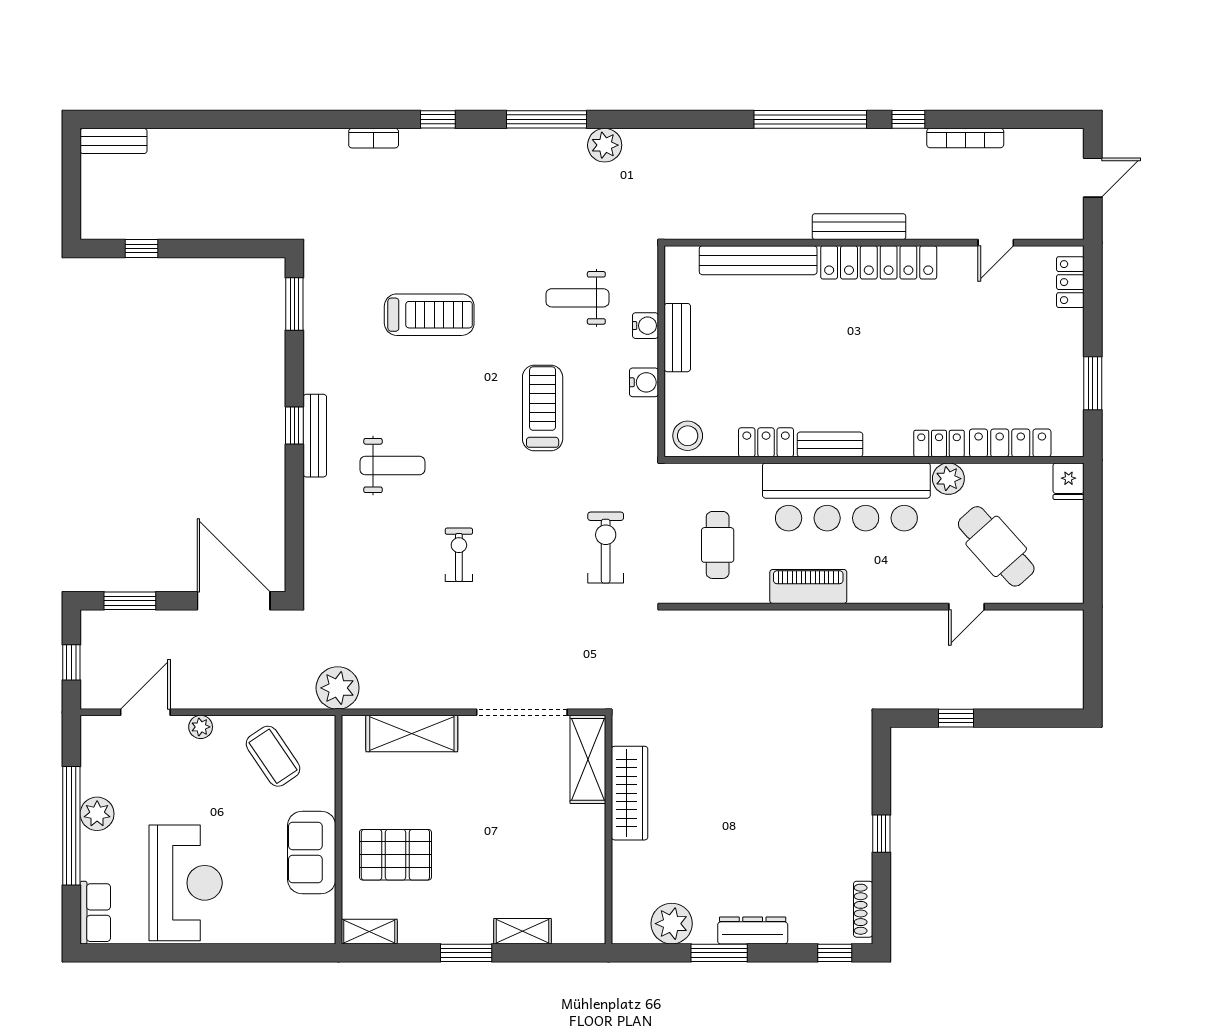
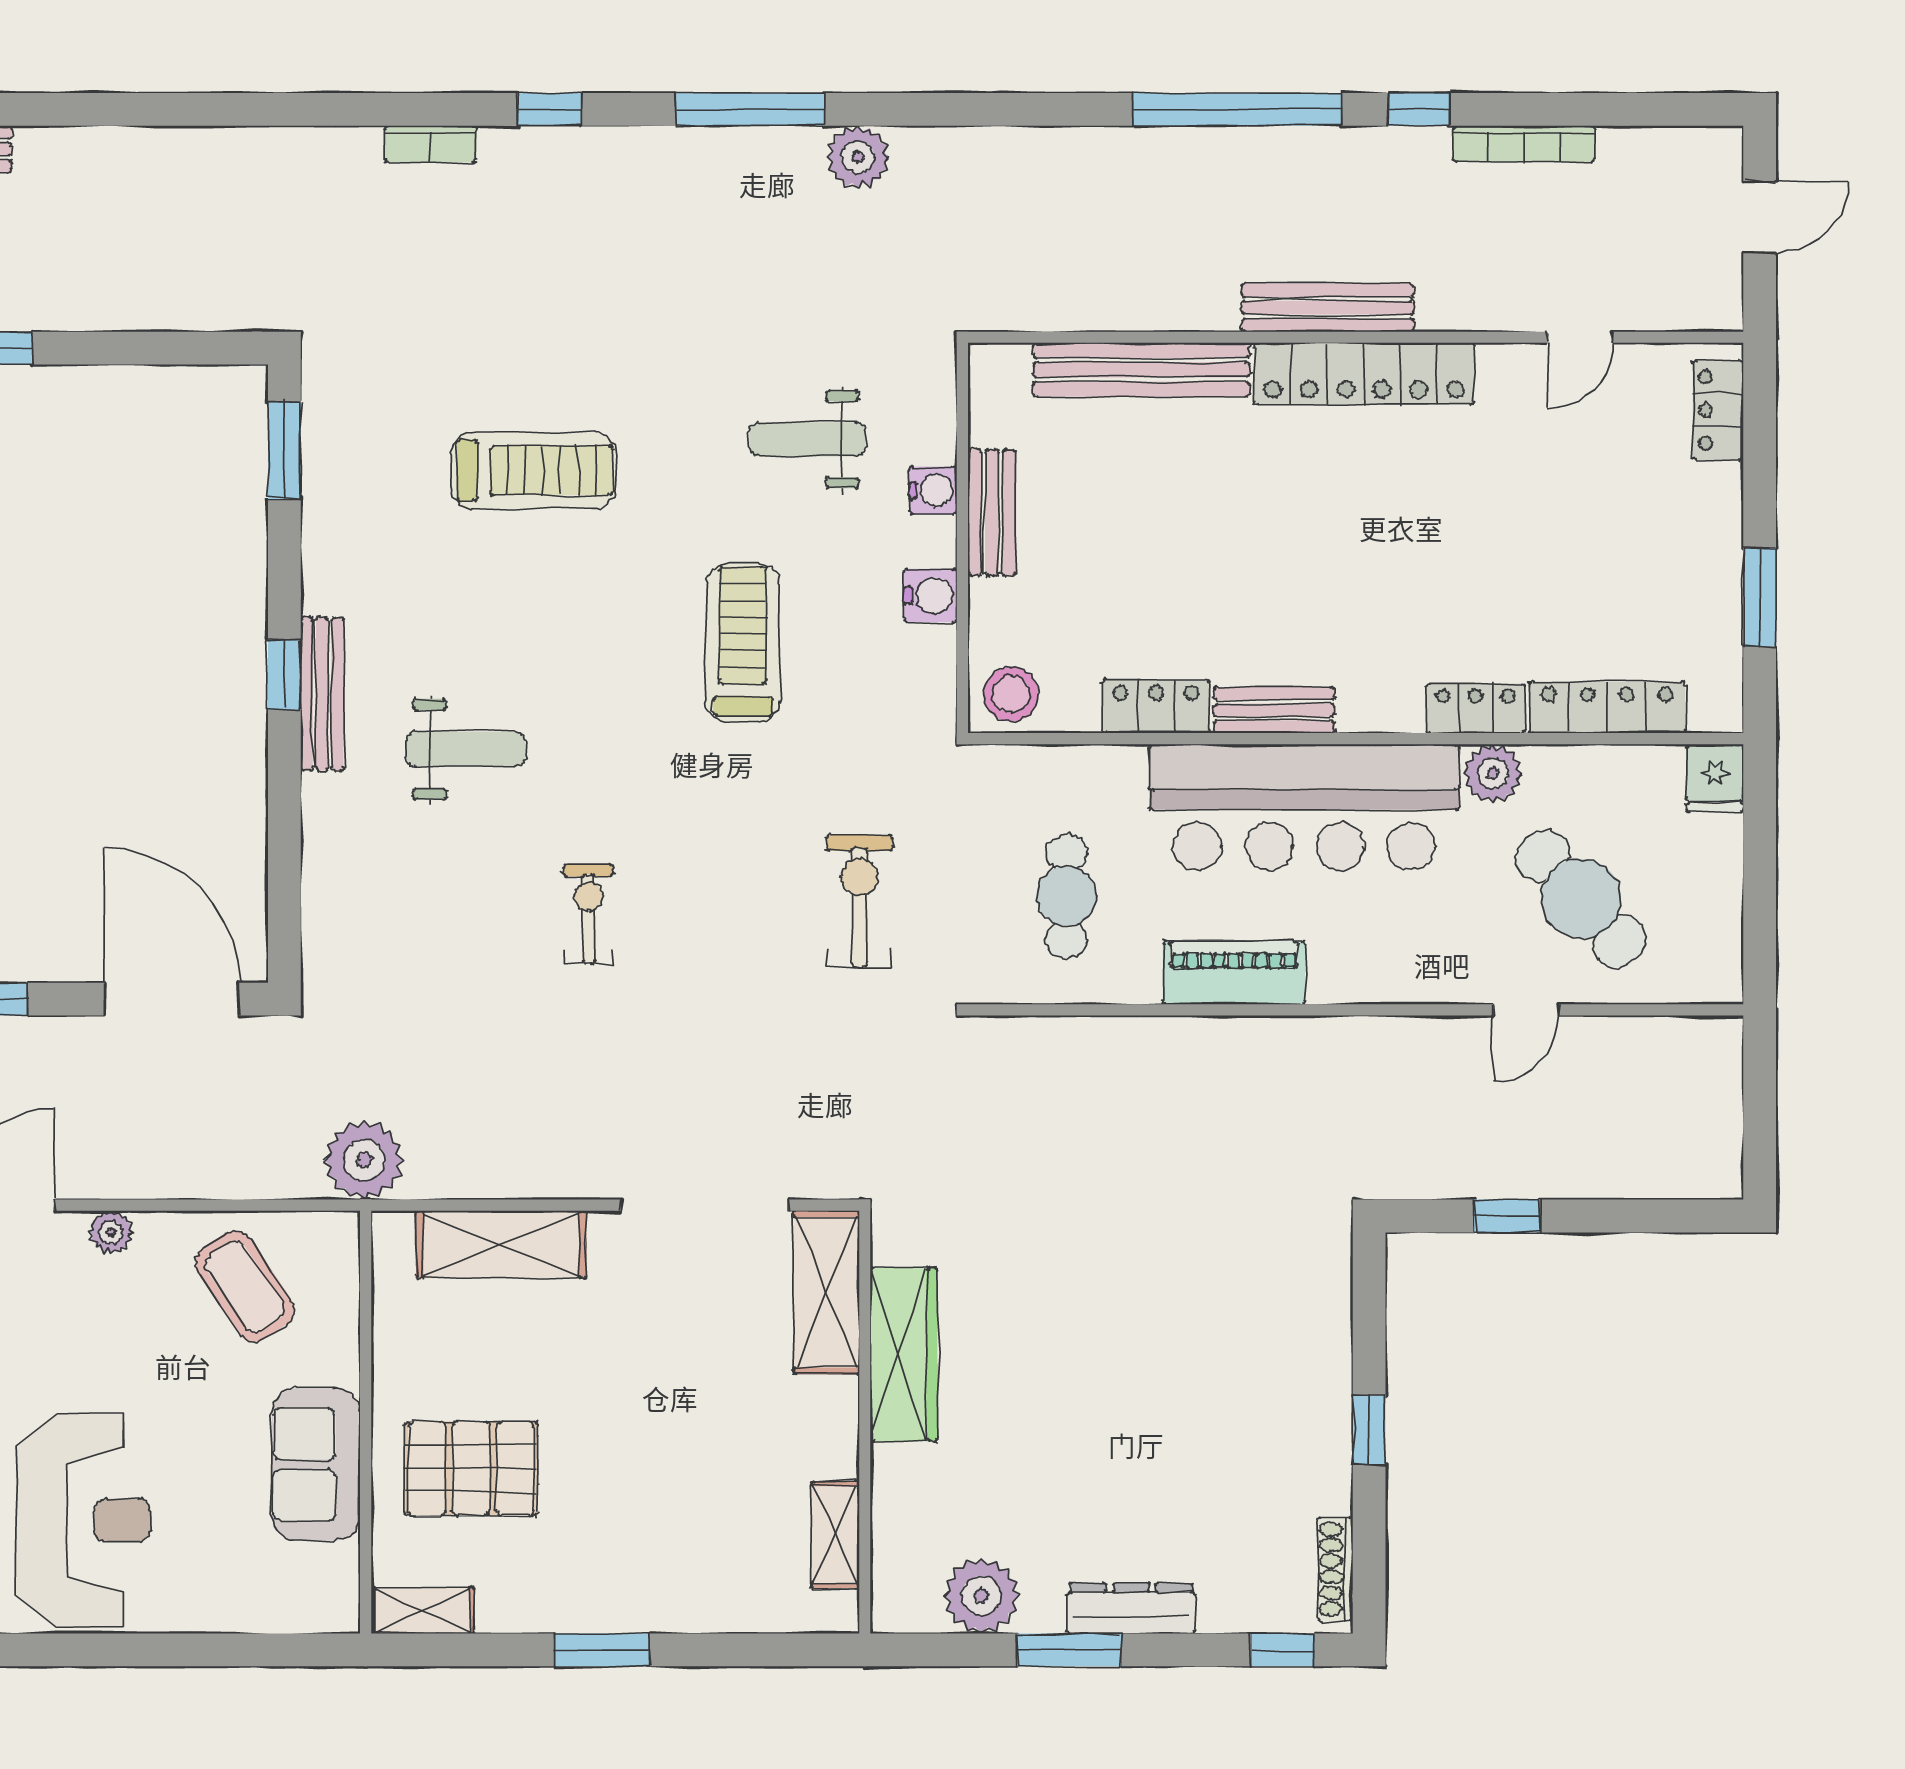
shelving: (523, 931) -> (835, 1535), moved, turned 90

